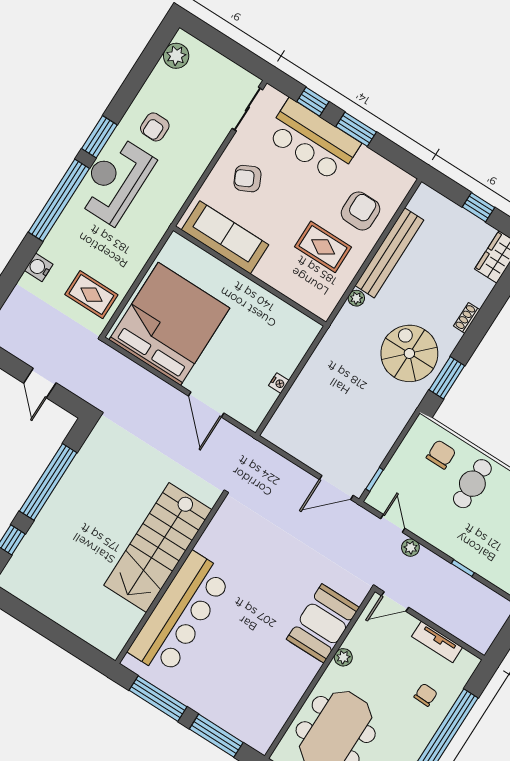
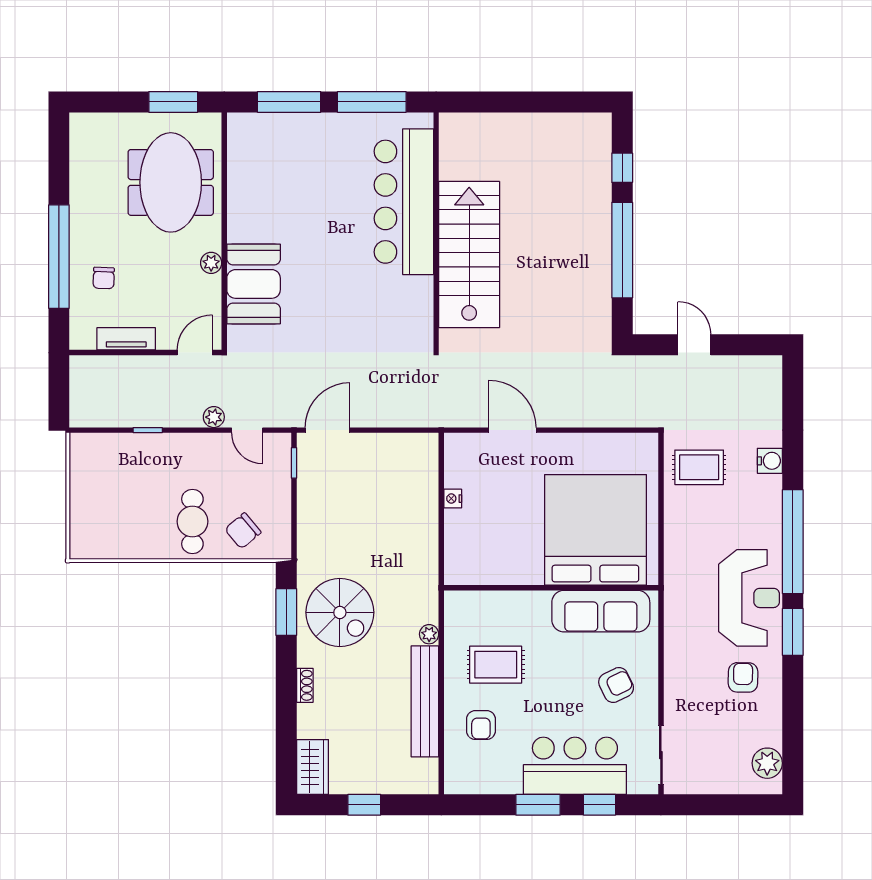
armchair: (361, 211) -> (481, 725), width x0.72, depth x0.72
bed: (169, 324) -> (595, 530), moved, turned 180
chair: (441, 454) -> (243, 531), turned 50

